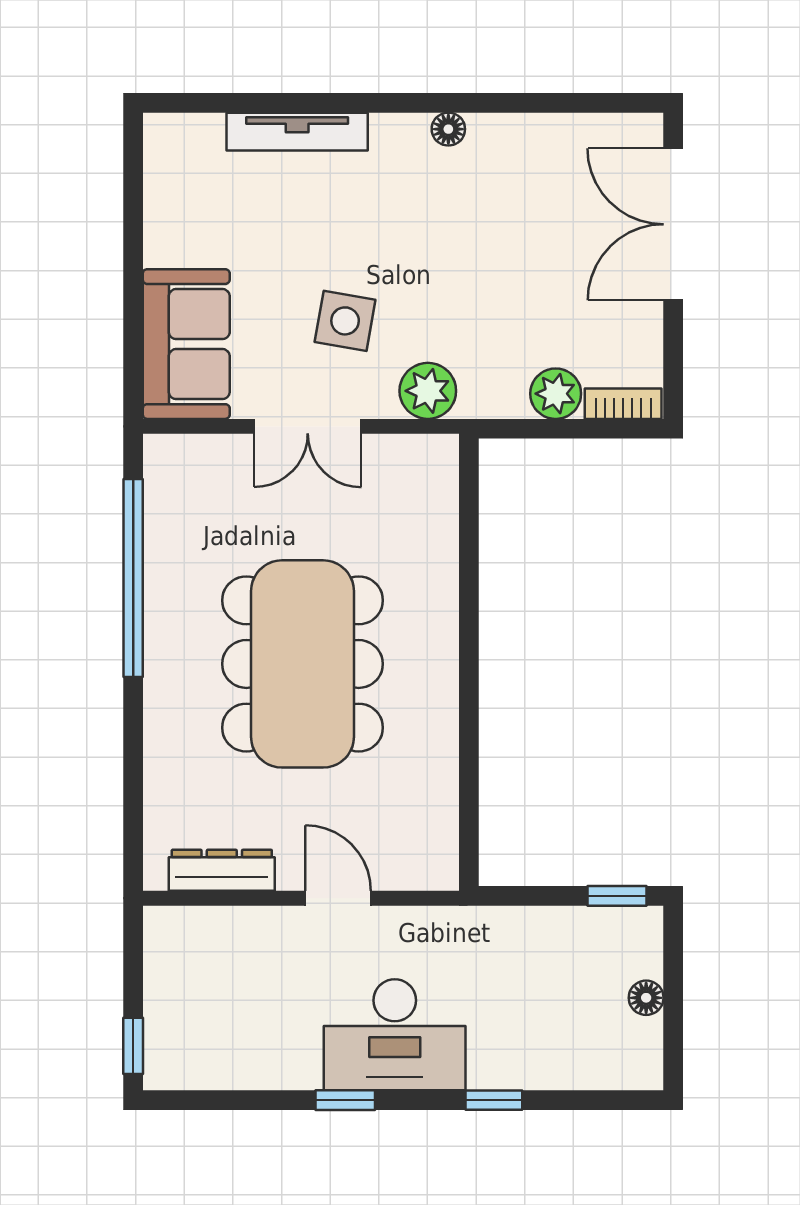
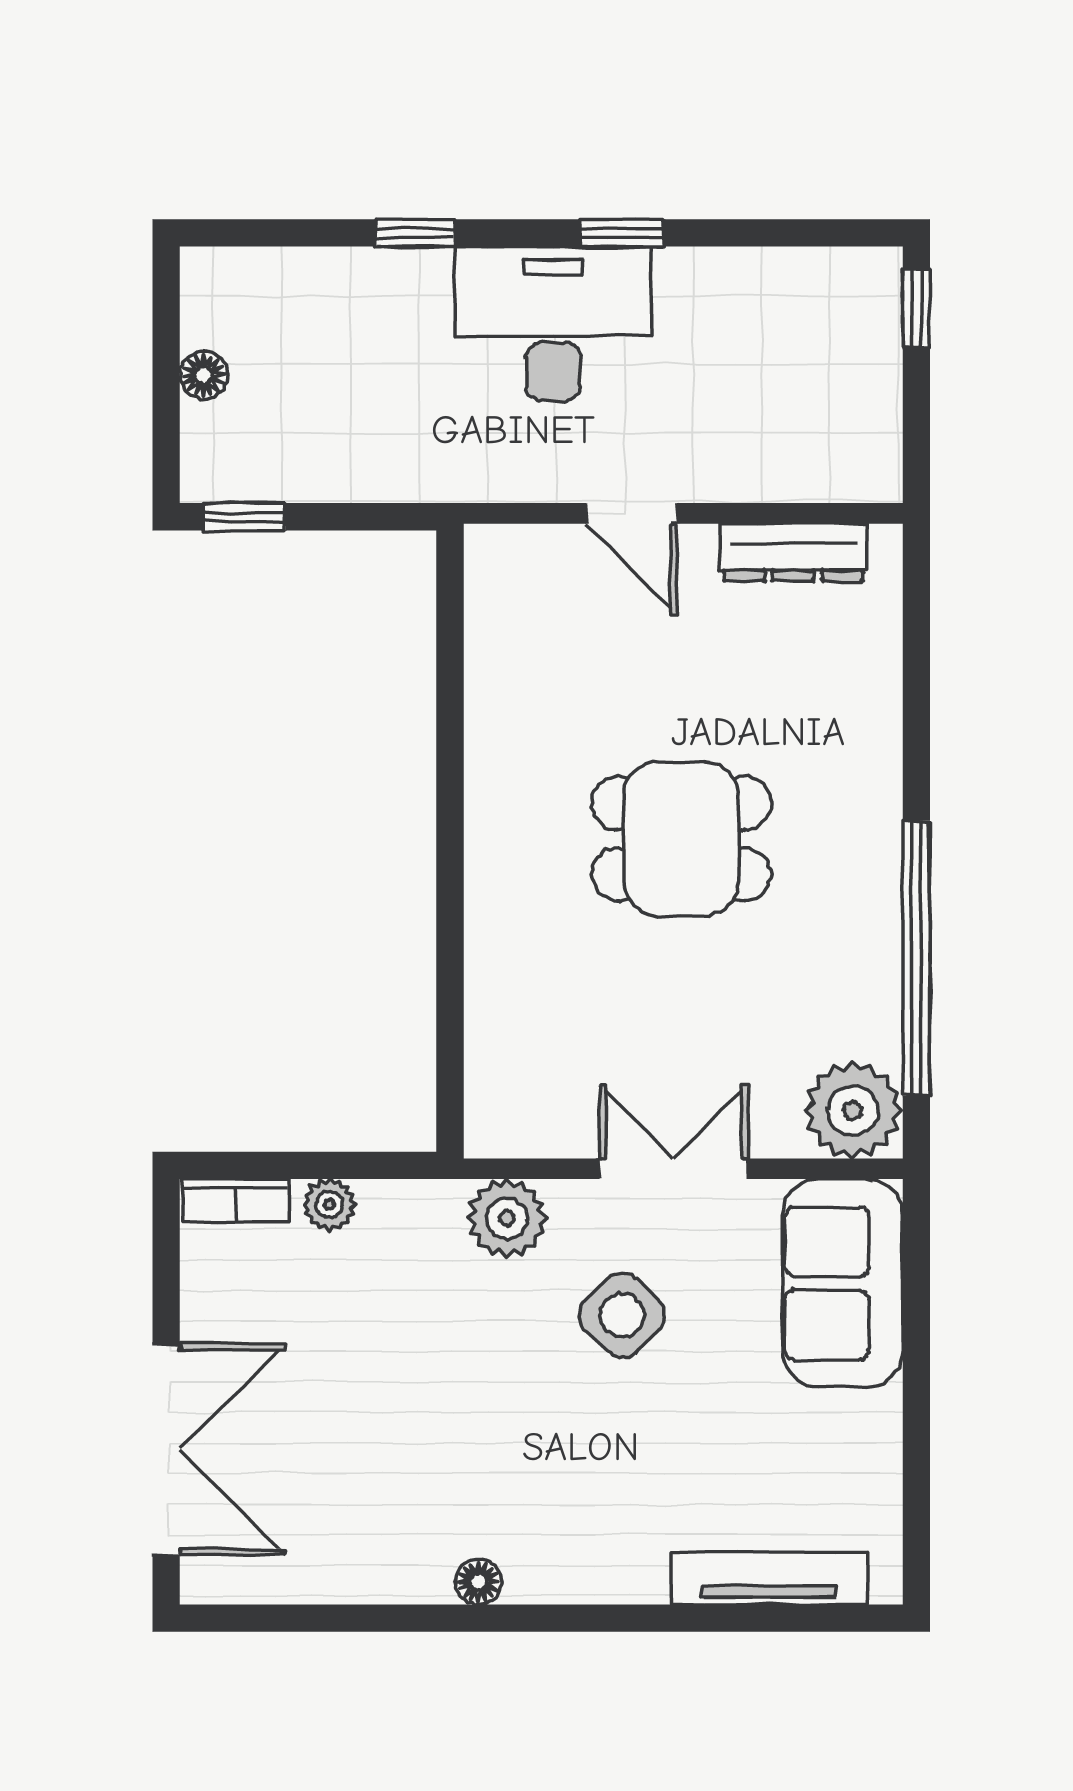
tv unit: (297, 132) -> (769, 1578), moved
side table: (345, 321) -> (622, 1315), turned 34
plant: (556, 394) -> (329, 1205), width x0.73, depth x0.73
plant: (179, 468) -> (853, 1110), added
dining table: (302, 664) -> (681, 839), width x0.53, depth x0.80

